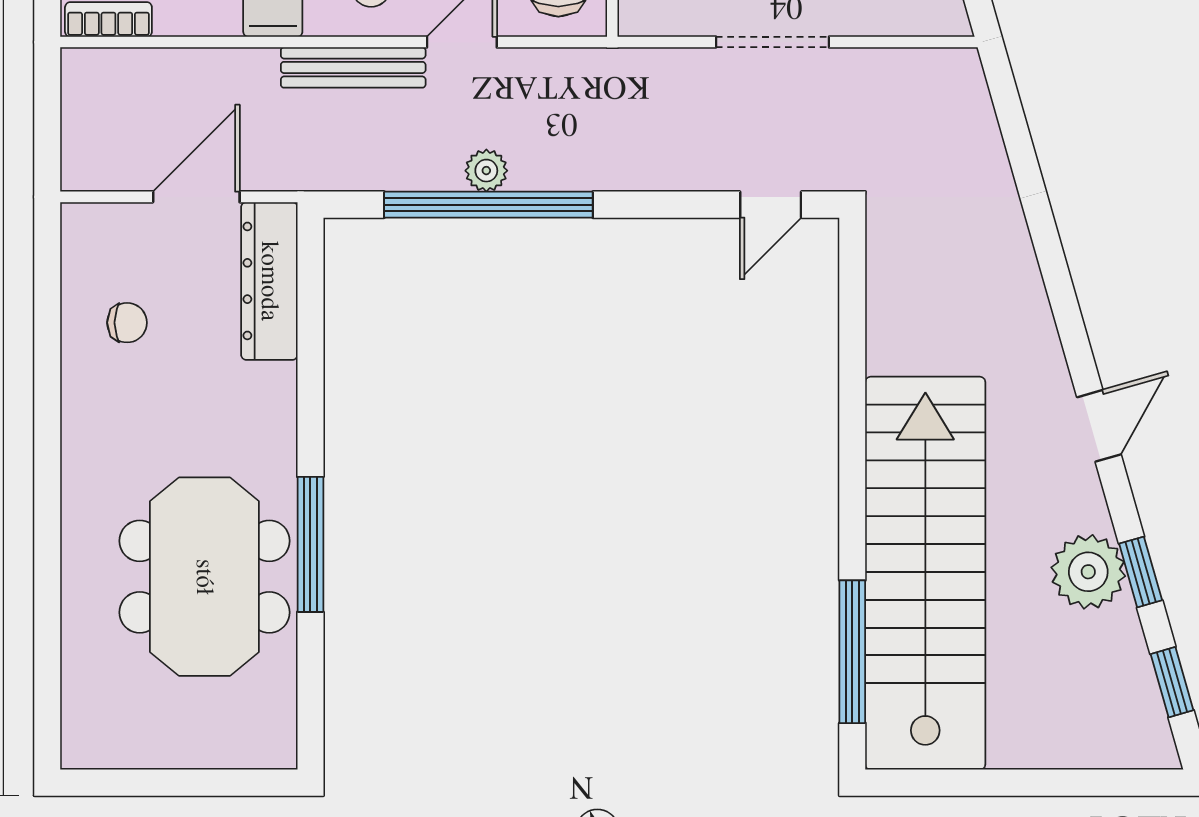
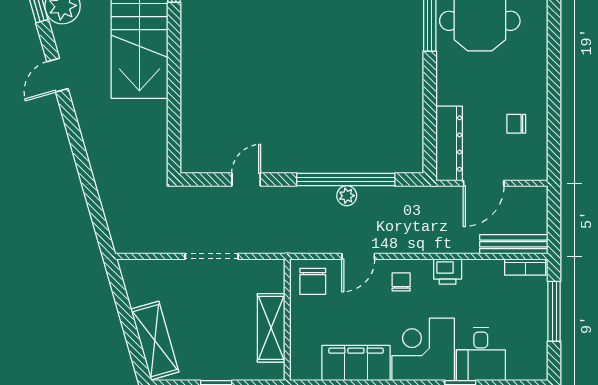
bench: (353, 67) -> (514, 244), moved
door: (771, 205) -> (246, 180), moved

